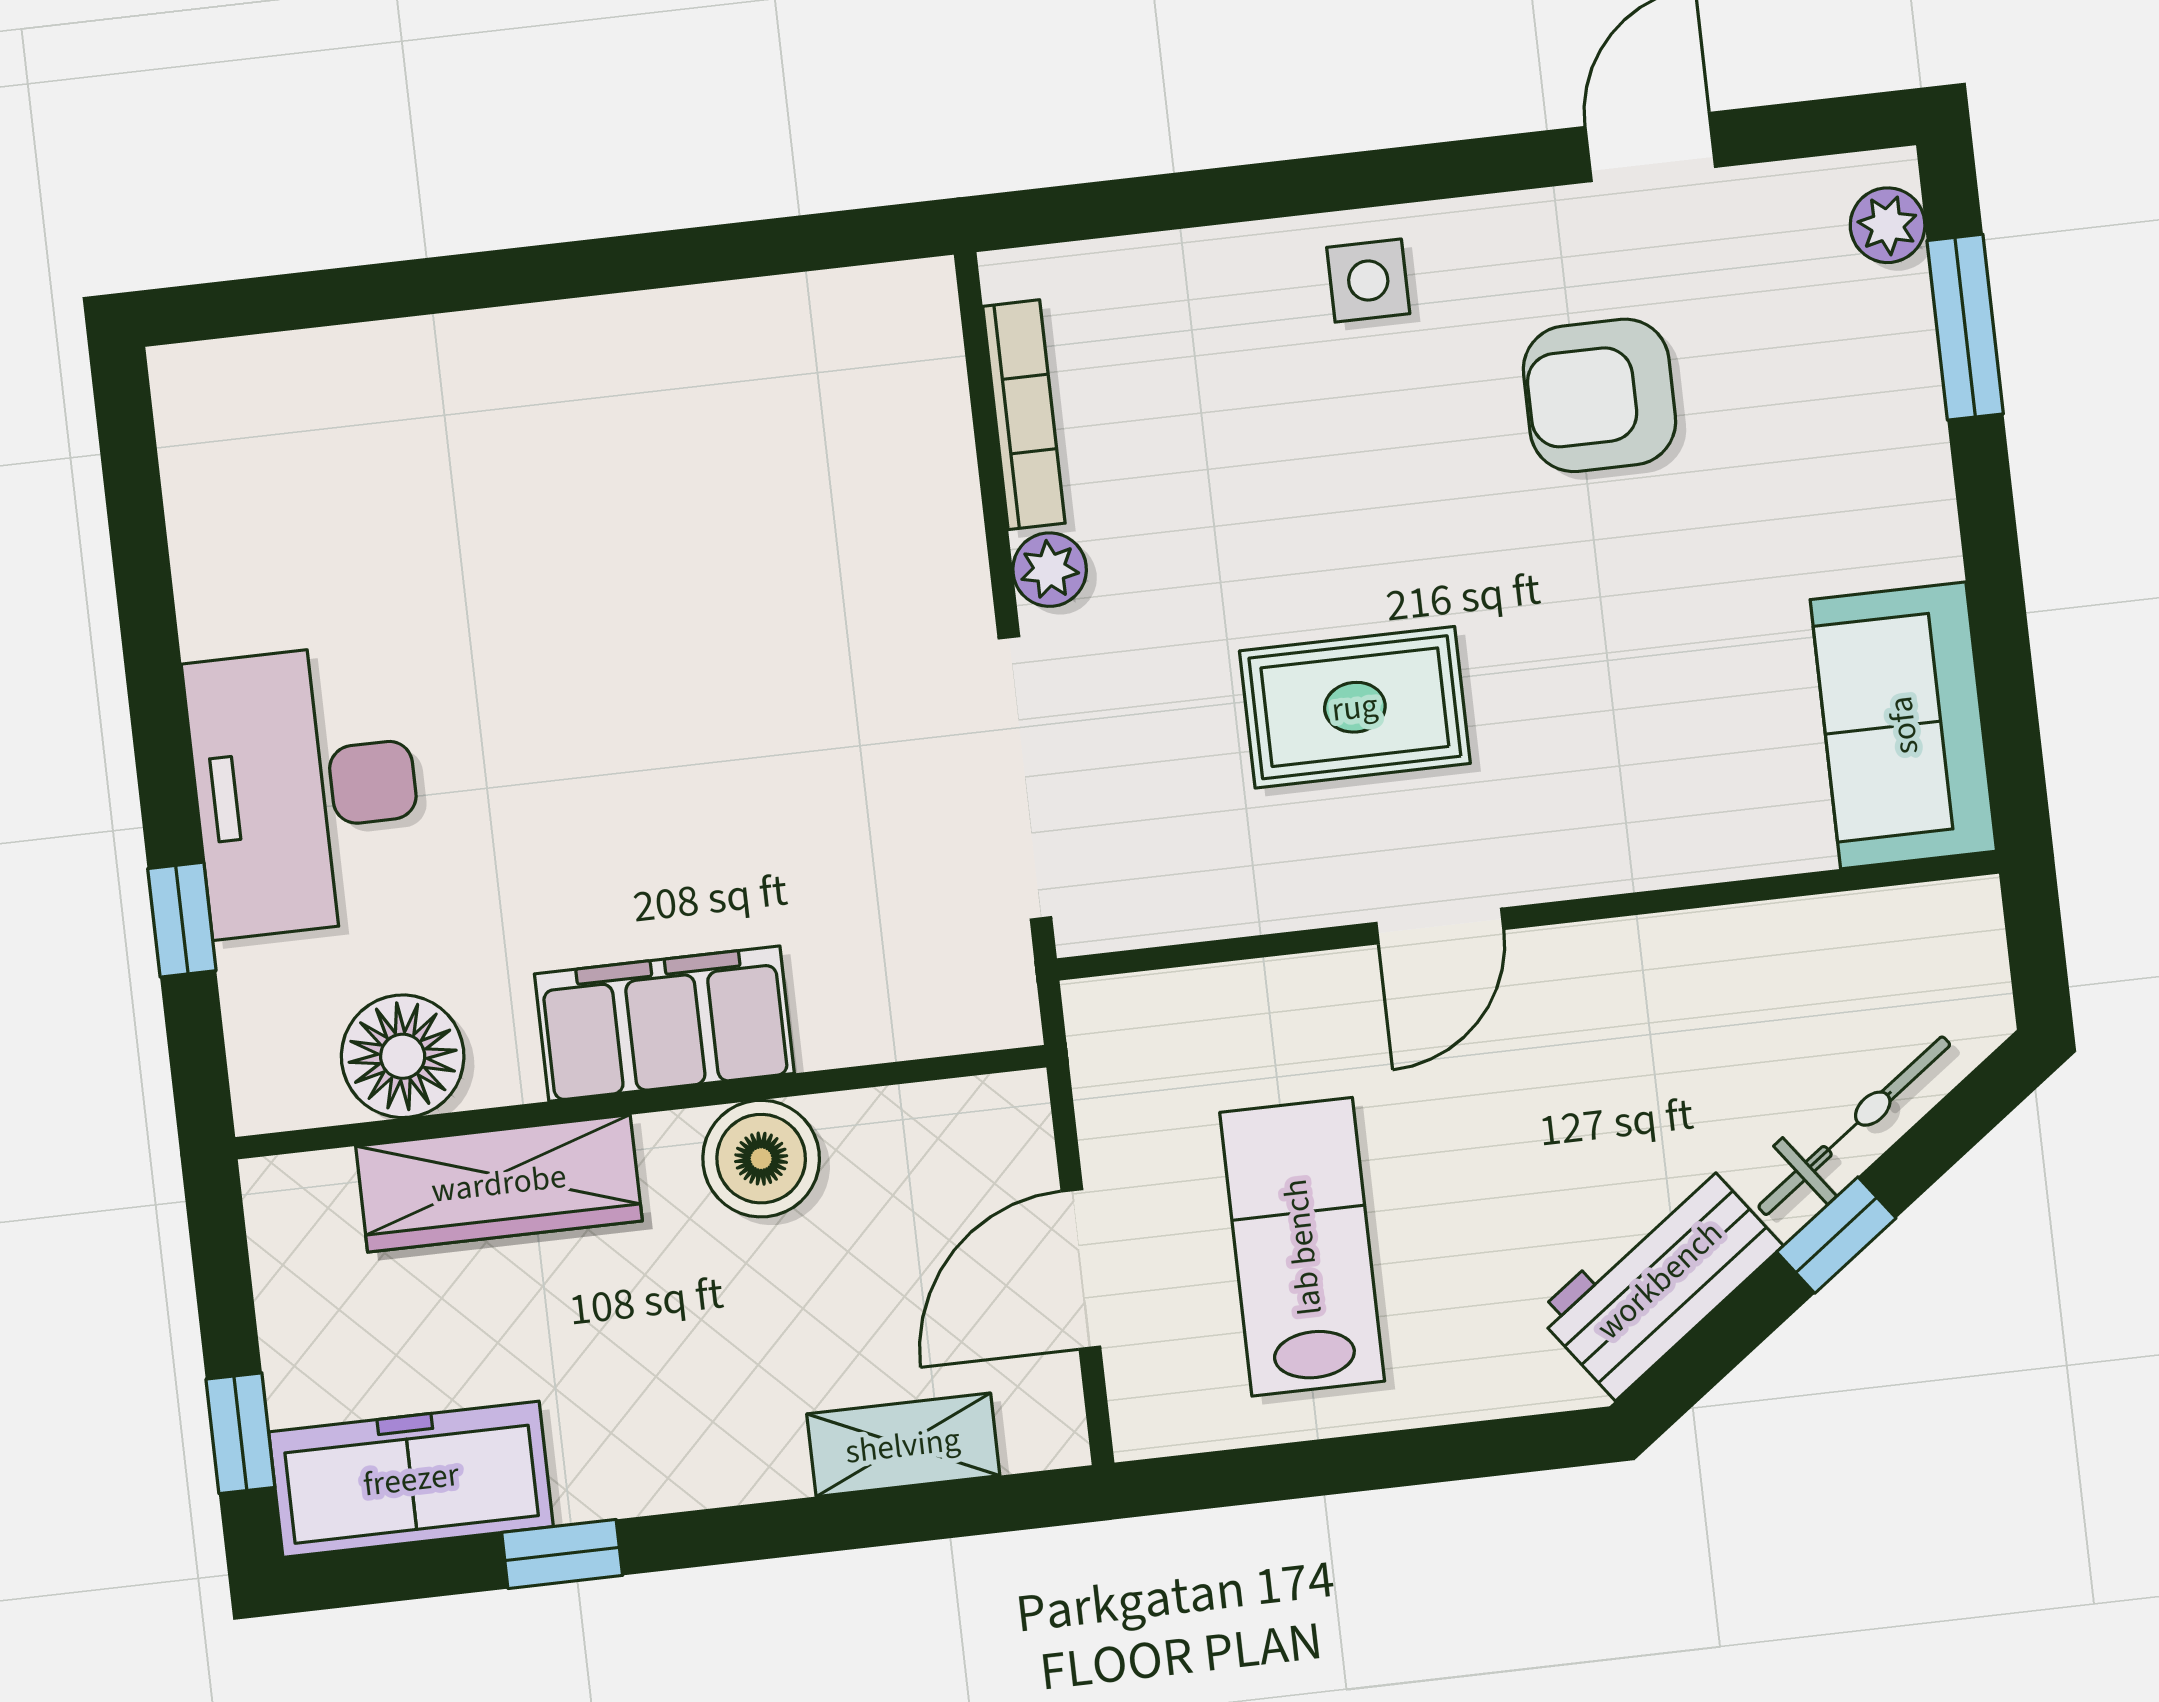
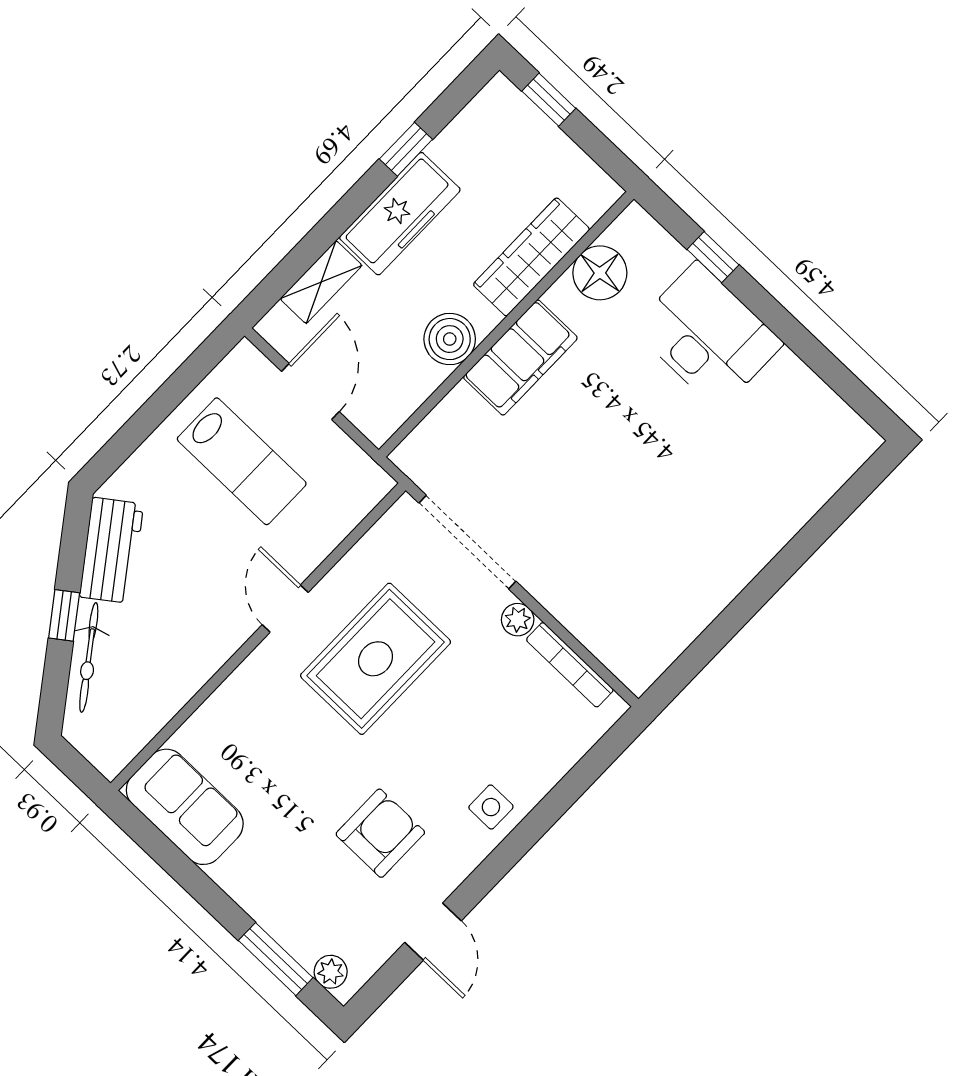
rug: (1355, 707) -> (376, 659), width x1.36, depth x1.43
freezer: (411, 1479) -> (400, 214), moved

